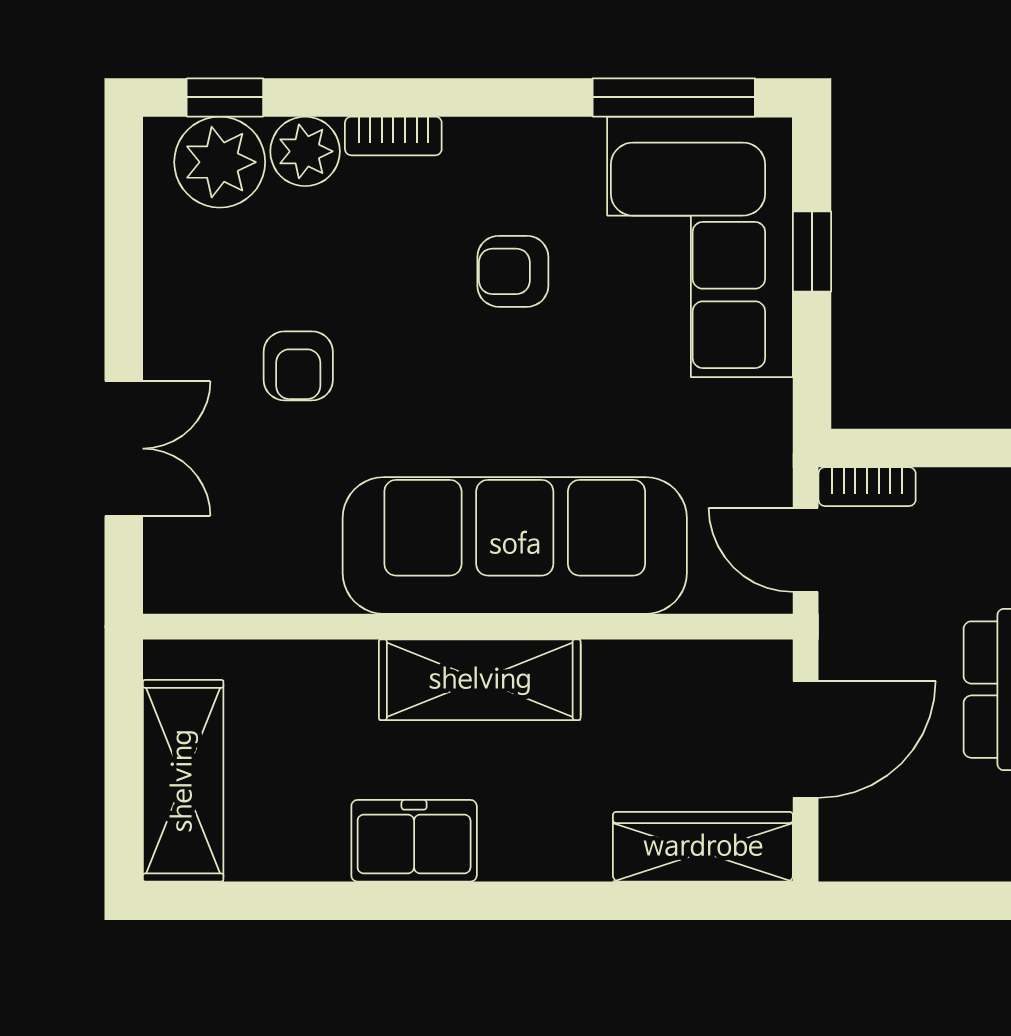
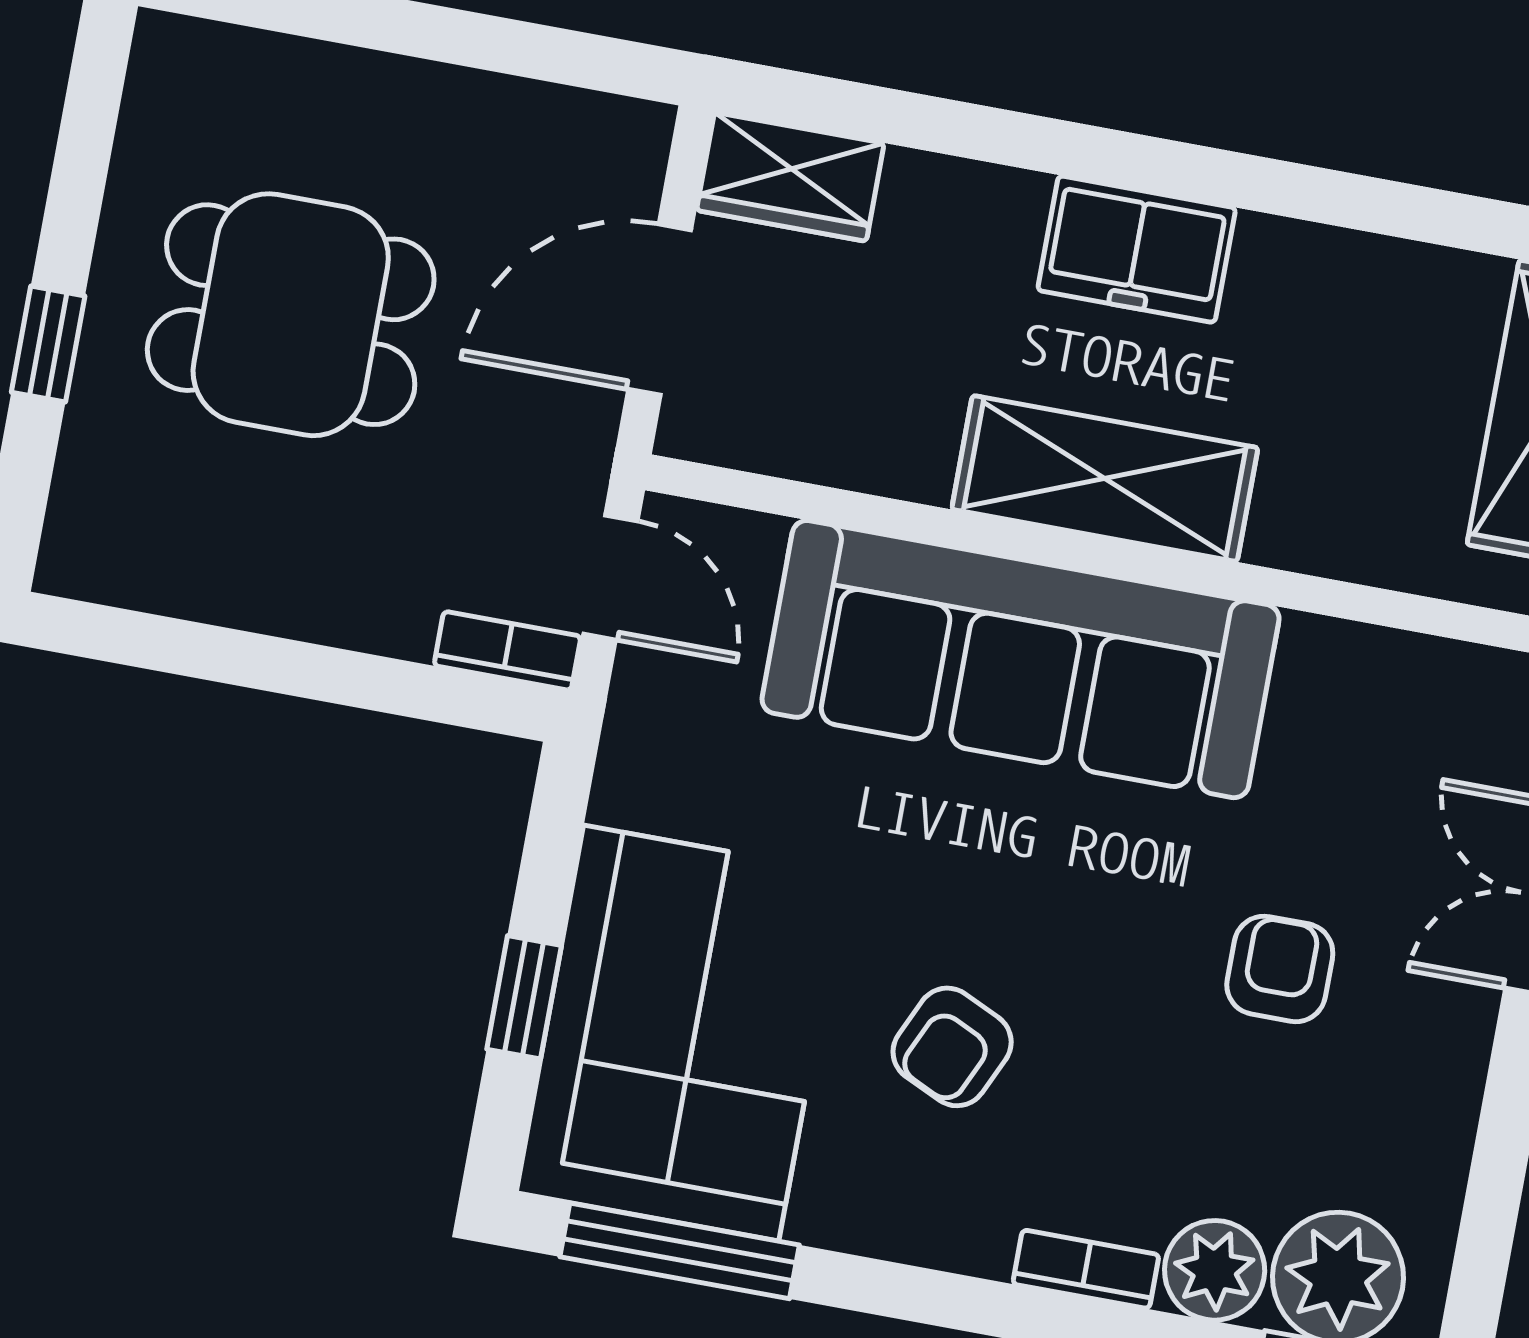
armchair: (513, 271) -> (952, 1047), turned 115
freezer: (414, 841) -> (1137, 249), moved
wardrobe: (703, 847) -> (790, 177), width x0.67

